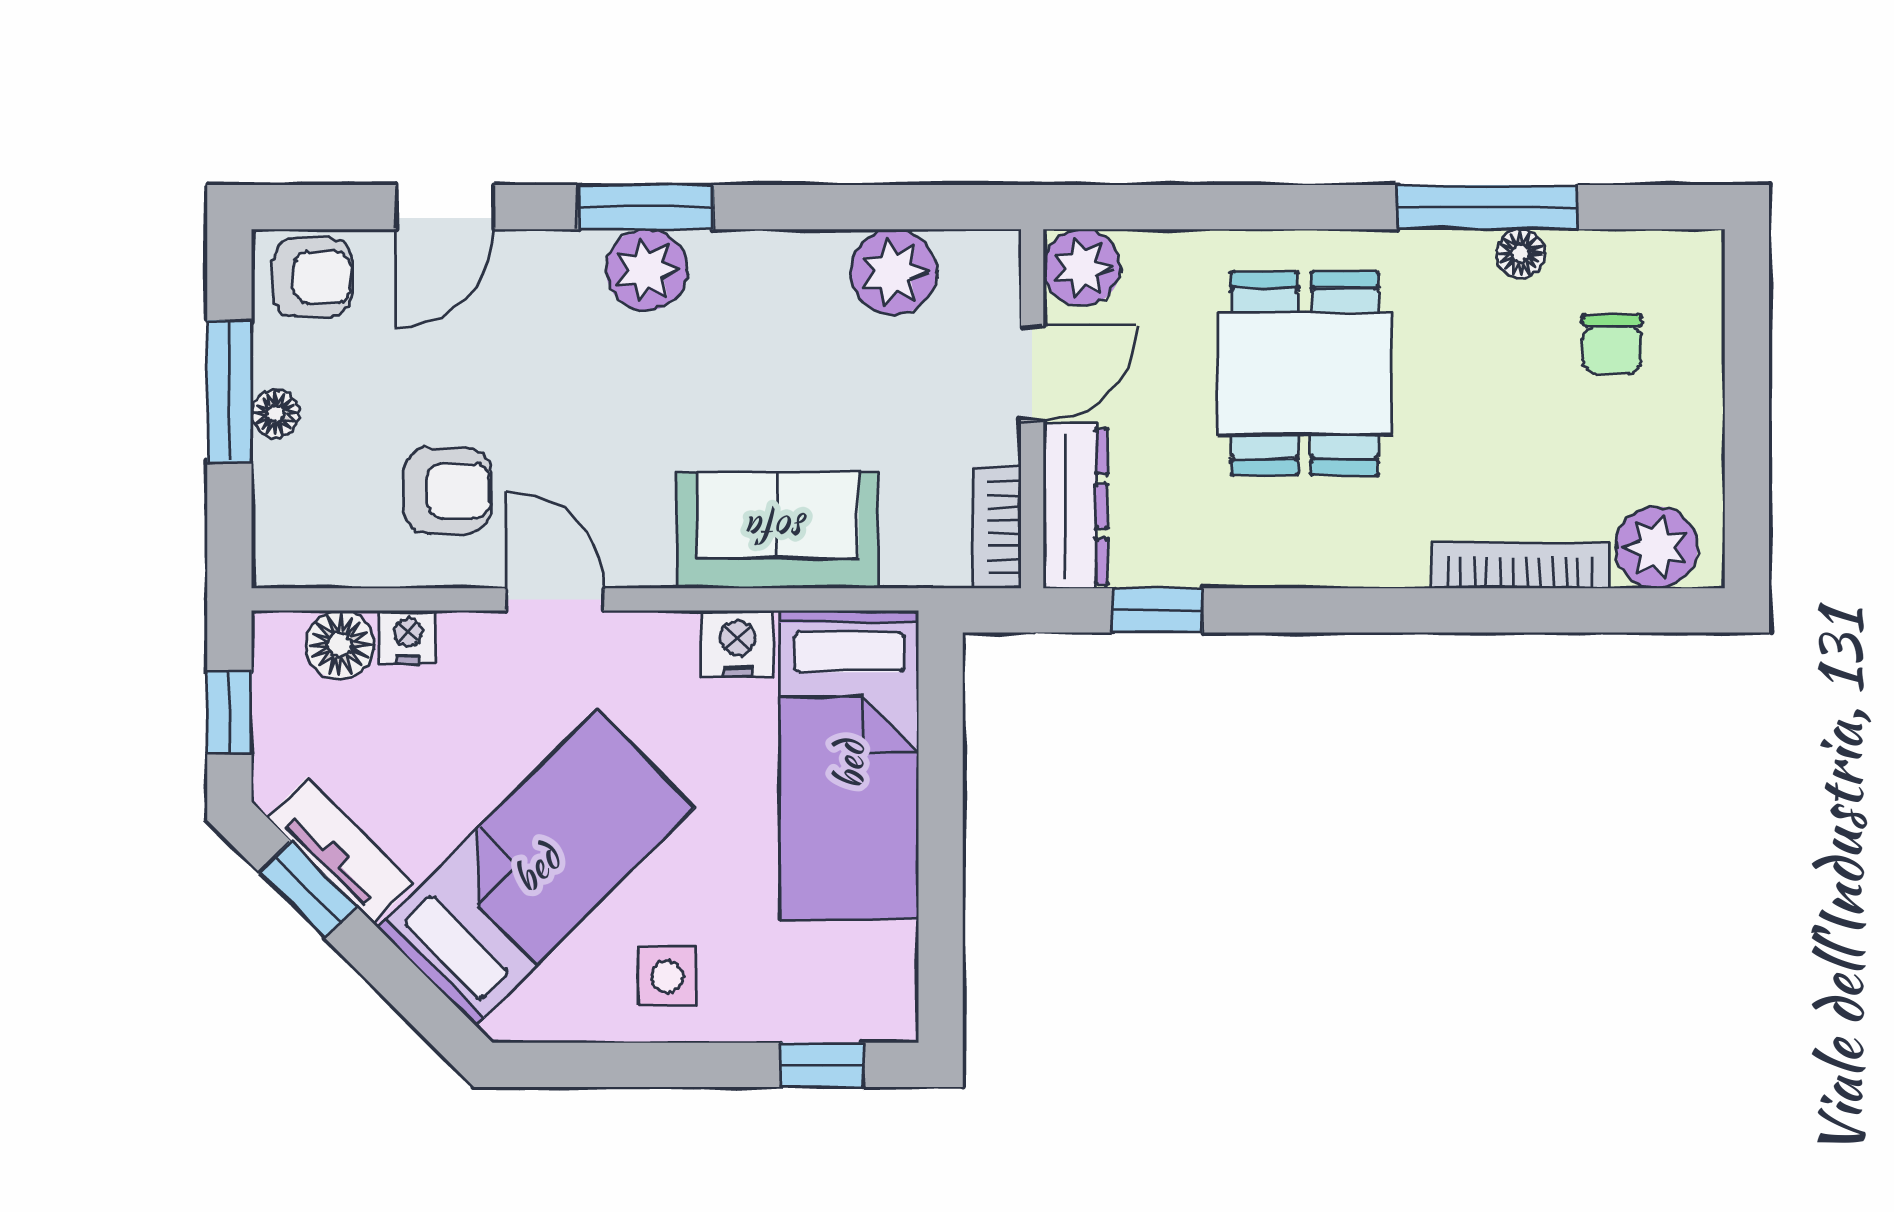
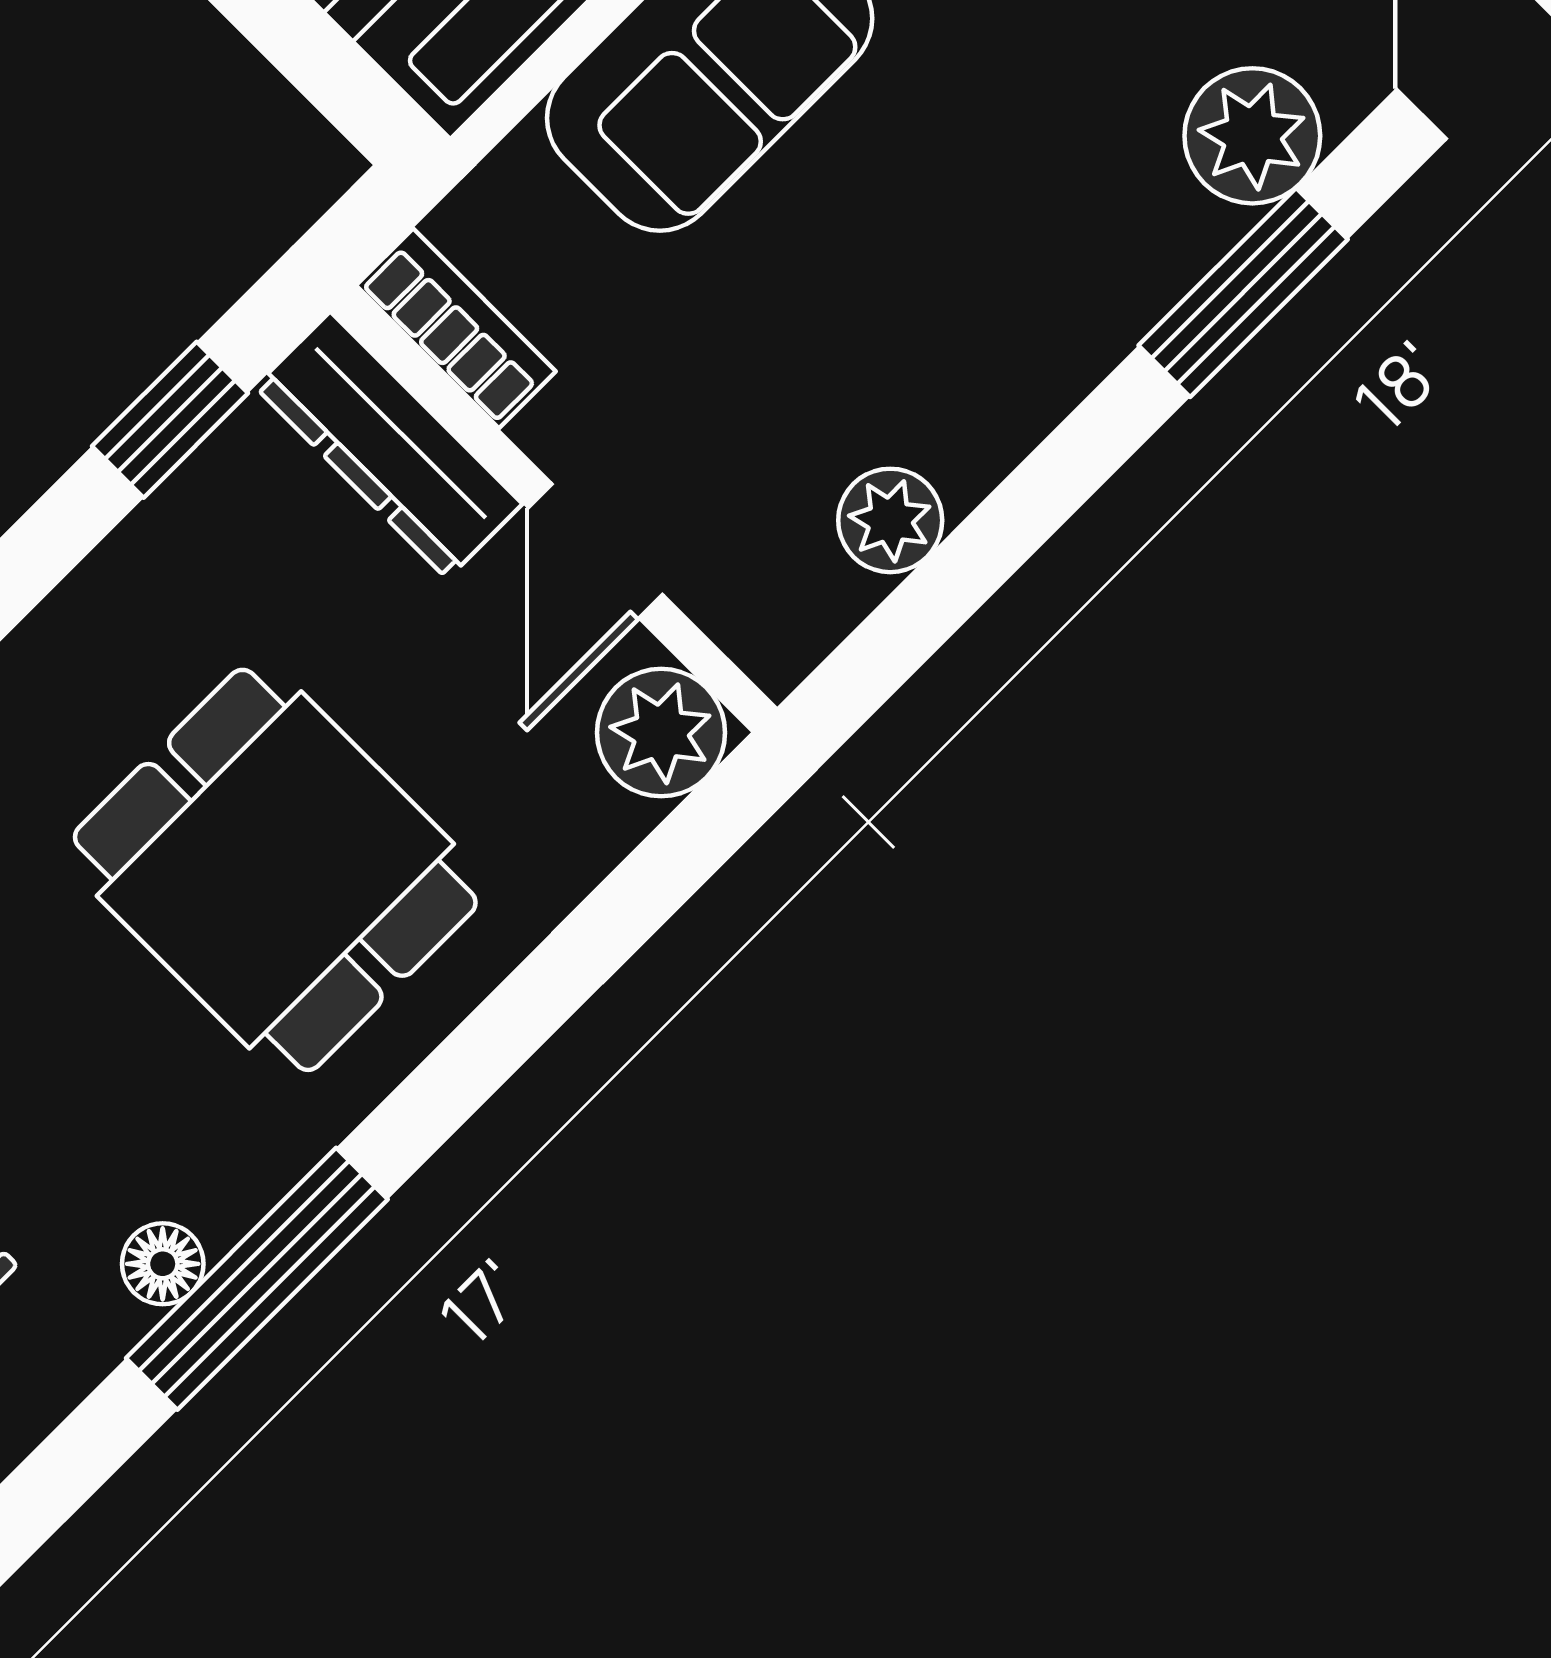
plant: (647, 270) -> (1252, 136), moved
plant: (893, 272) -> (890, 520), width x0.73, depth x0.73

